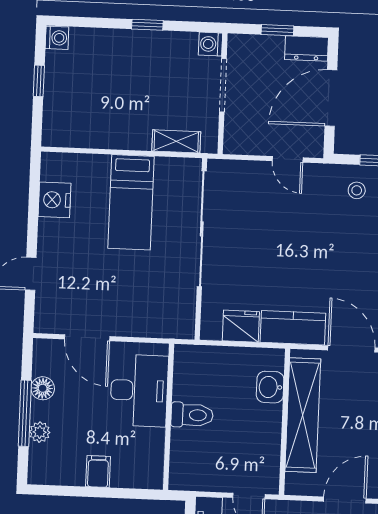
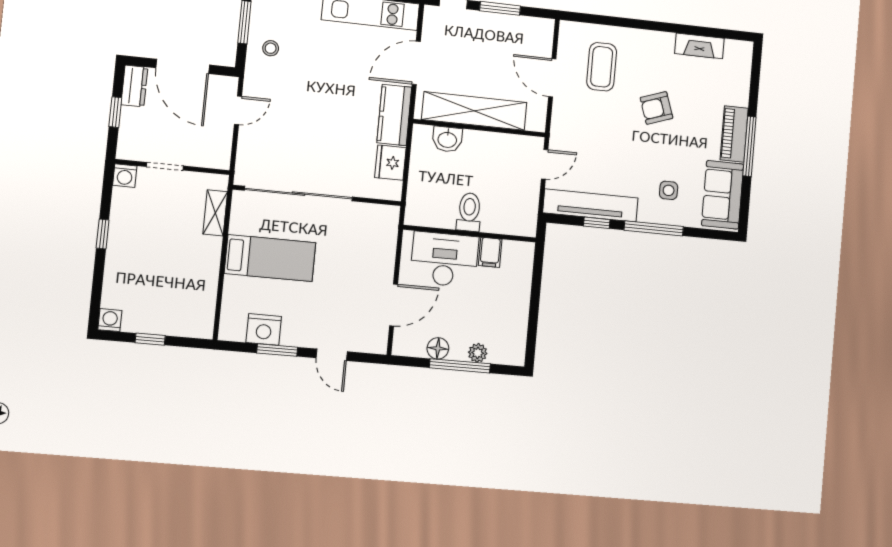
doorway: (223, 85) -> (165, 166), width x0.73
window: (33, 215) -> (277, 350), added
filing cabinet: (98, 471) -> (490, 252), moved, turned -90

